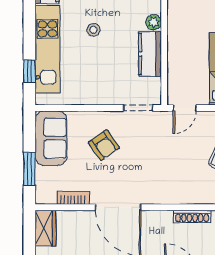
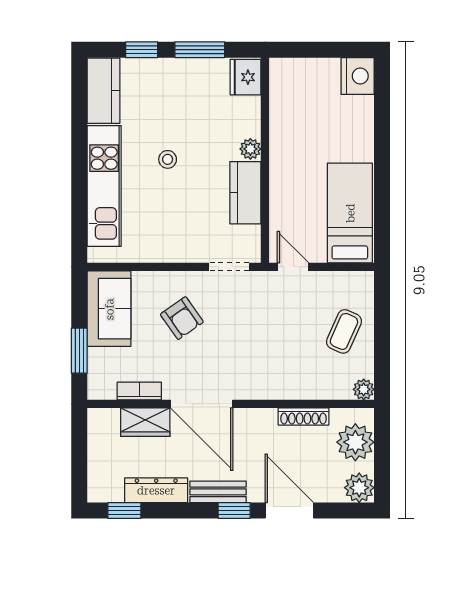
window: (29, 71) -> (79, 216), removed
door: (185, 108) -> (293, 267), swing flipped
wardrobe: (45, 228) -> (145, 422), moved, turned 90

